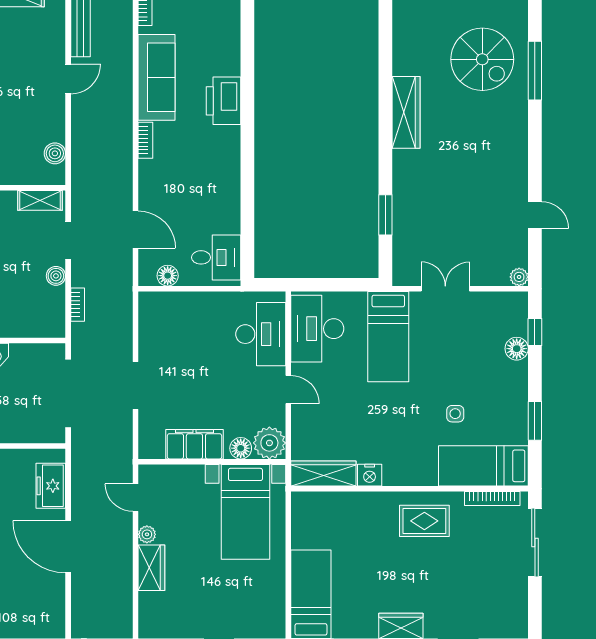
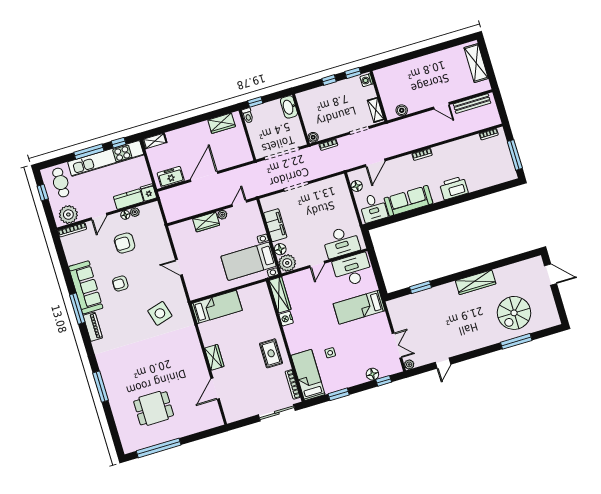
sofa: (157, 77) -> (408, 201), moved, turned 180
boiler: (56, 276) -> (313, 137), moved
double door: (445, 289) -> (397, 346), moved
freezer: (51, 486) -> (171, 177), moved

